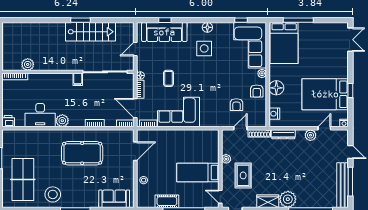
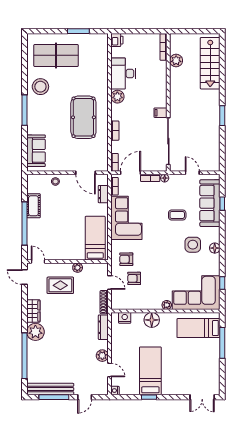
stairs: (91, 32) -> (210, 63), moved
bed: (284, 43) -> (199, 328), width x0.67
coffee table: (168, 78) -> (177, 215), moved
armchair: (257, 91) -> (126, 259), moved
bed: (325, 94) -> (150, 371), width x0.67
dresser: (156, 134) -> (103, 194), added
bed: (198, 173) -> (95, 238), moved
door: (220, 197) -> (38, 261), hinge flipped

